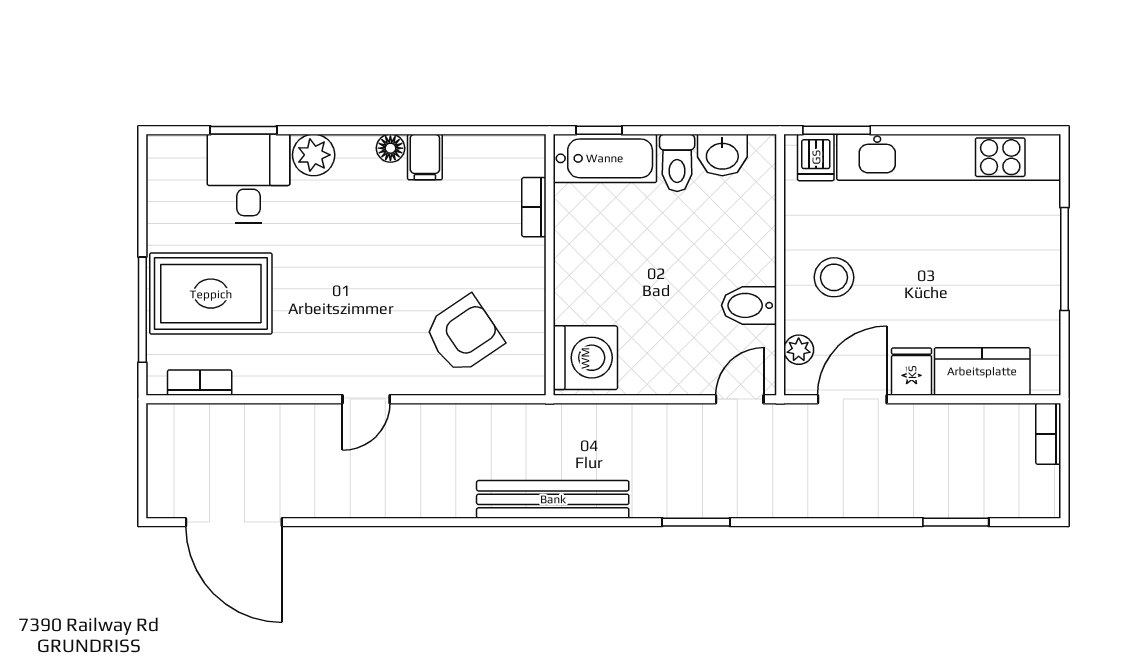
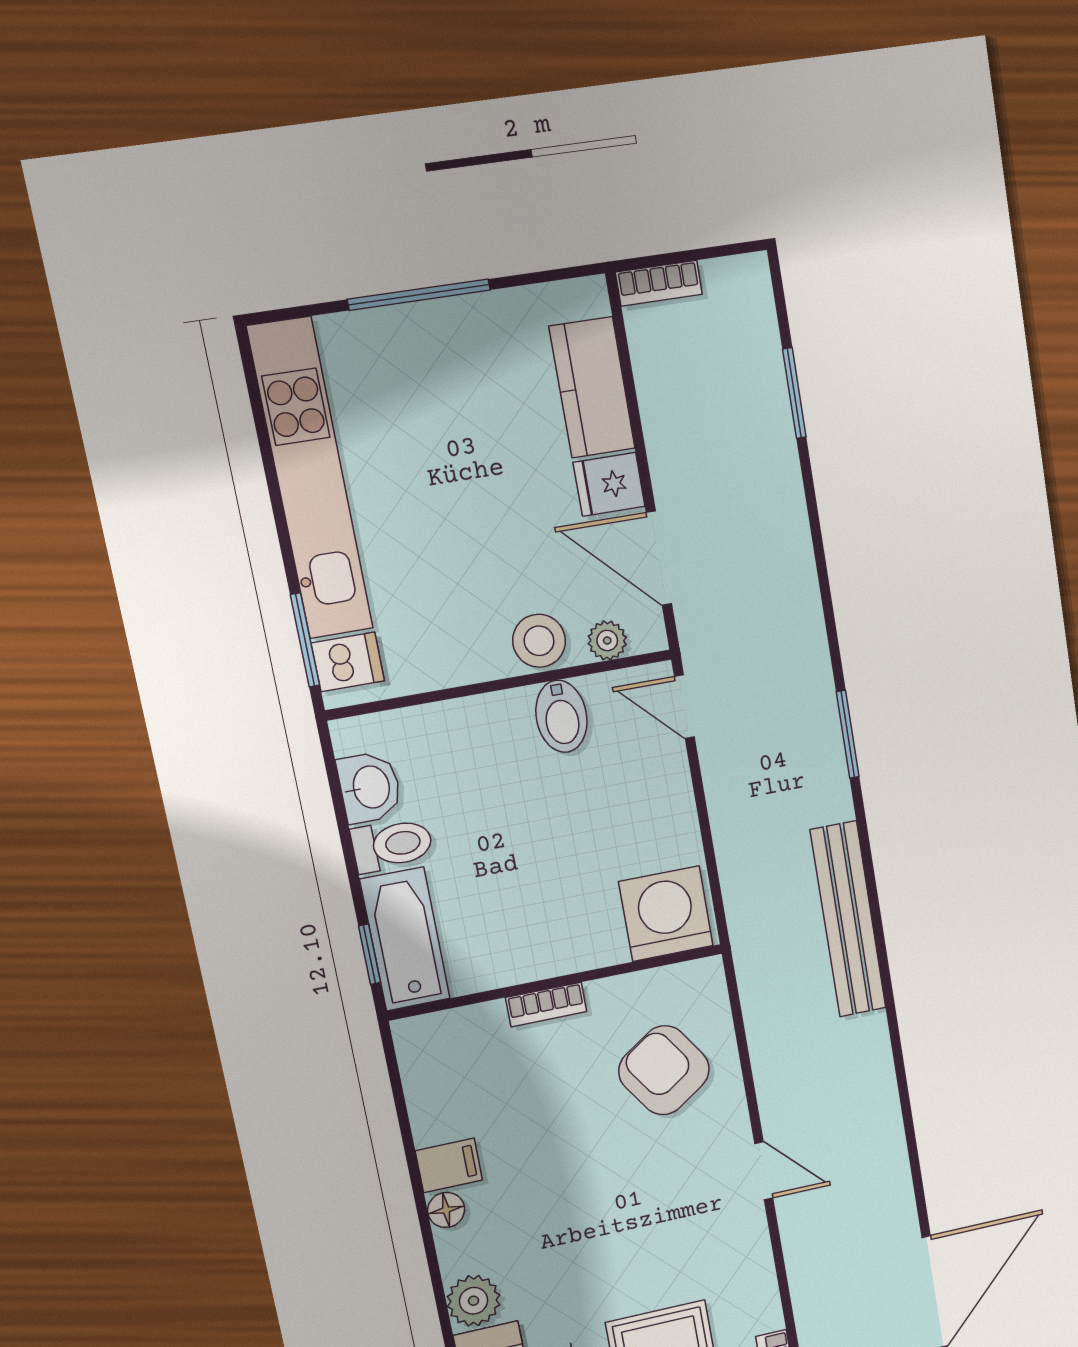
bookcase: (534, 207) -> (546, 1005), moved
stool: (834, 277) -> (539, 641), moved

